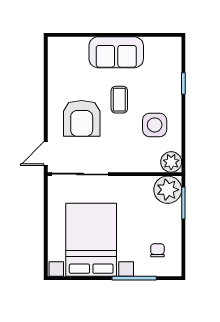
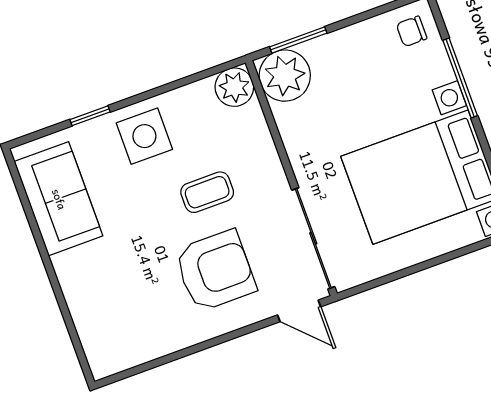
sofa: (116, 52) -> (59, 199), moved
coffee table: (119, 100) -> (207, 192), moved
side table: (155, 125) -> (144, 136), moved
chair: (157, 250) -> (412, 31), moved

